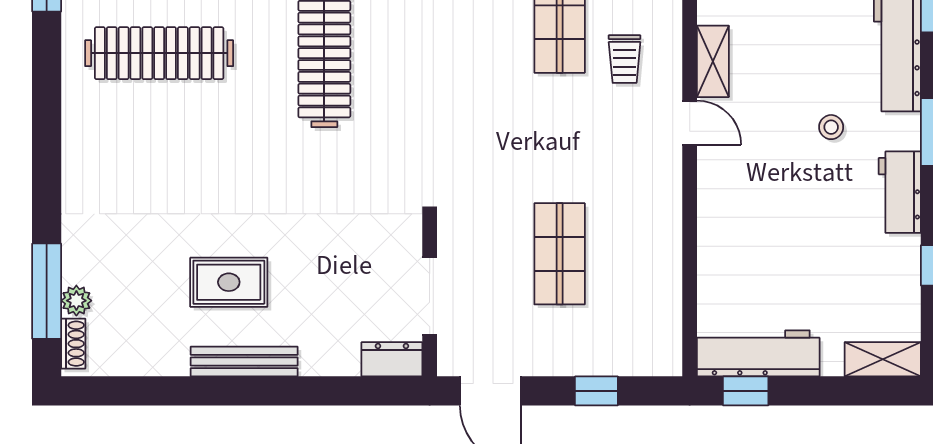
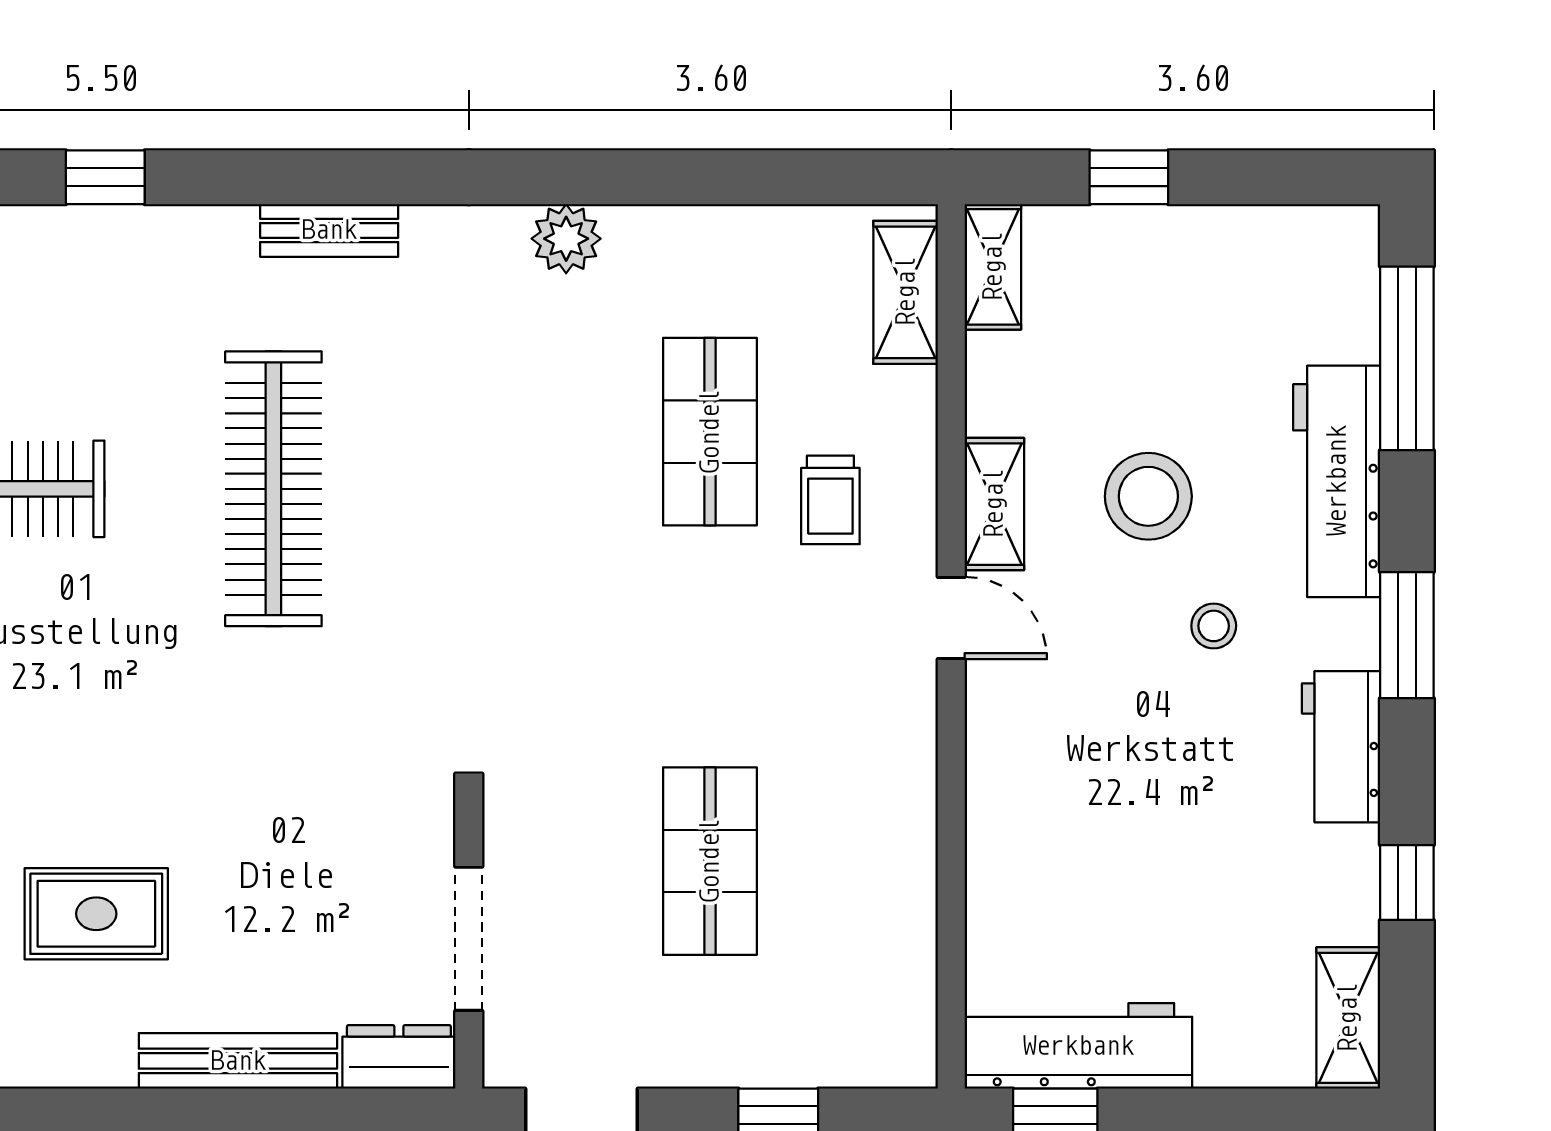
stool: (796, 57) -> (1148, 496), added
shelving: (883, 359) -> (1348, 1018), moved, turned 90
bench: (244, 361) -> (238, 1061), moved

